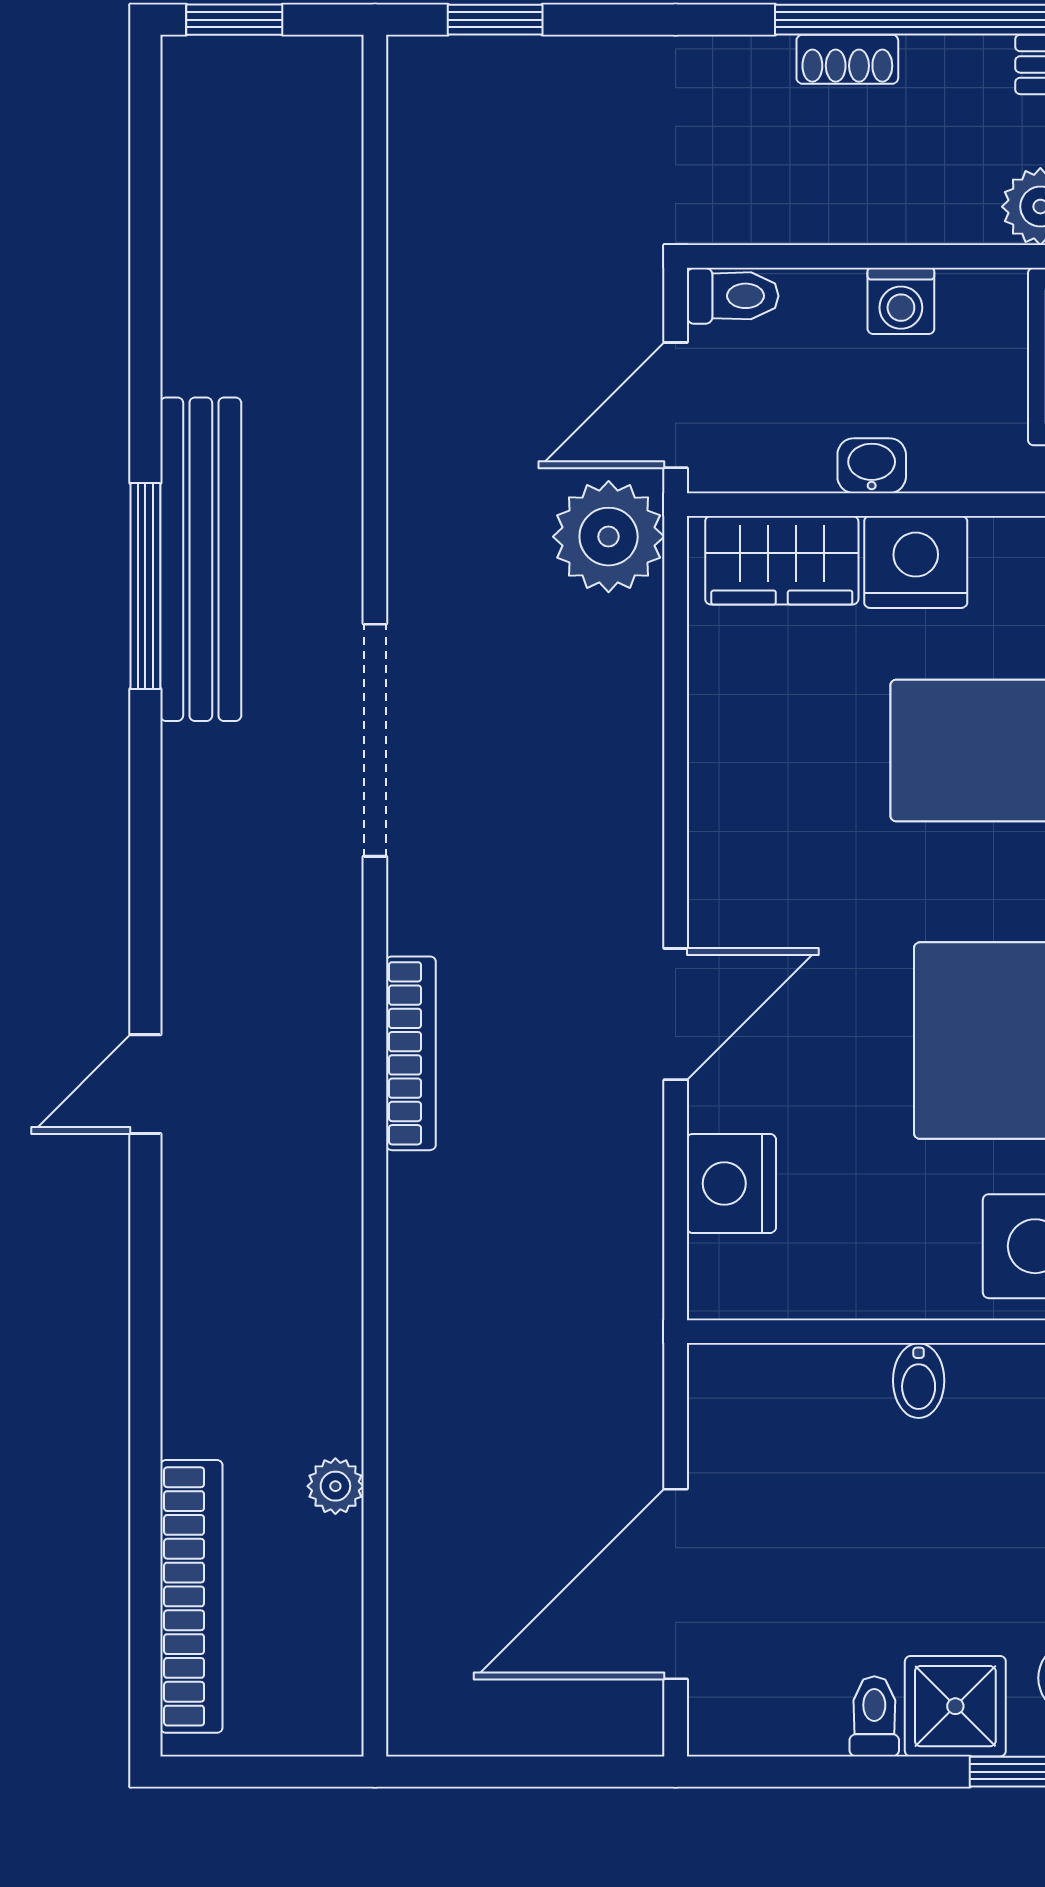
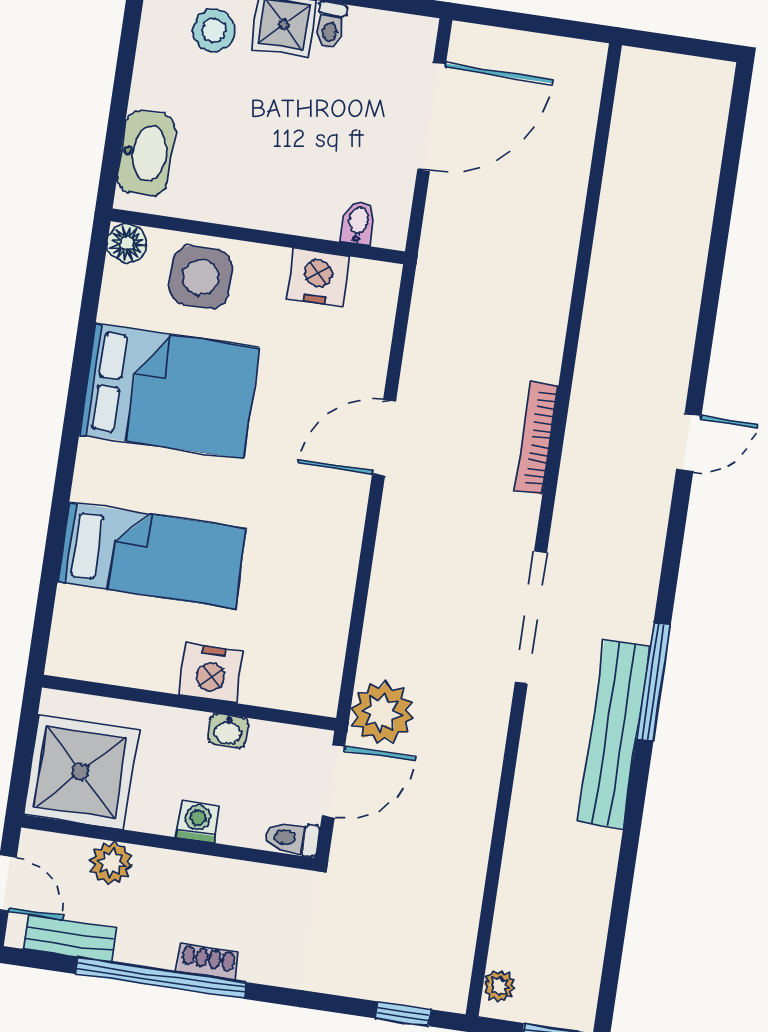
wardrobe: (782, 560) -> (286, 685), removed
window: (145, 586) -> (654, 682), moved
nightstand: (731, 1183) -> (318, 277), moved, turned -90
bidet: (919, 1381) -> (358, 223), moved
plant: (335, 1486) -> (499, 986), moved
bookcase: (191, 1596) -> (706, 150), removed

